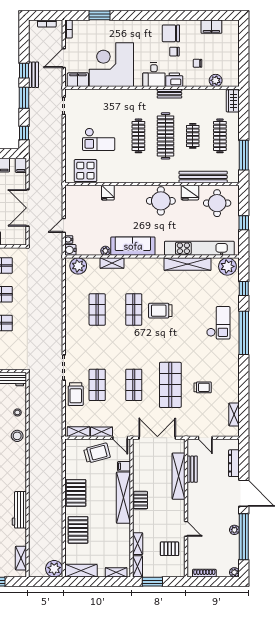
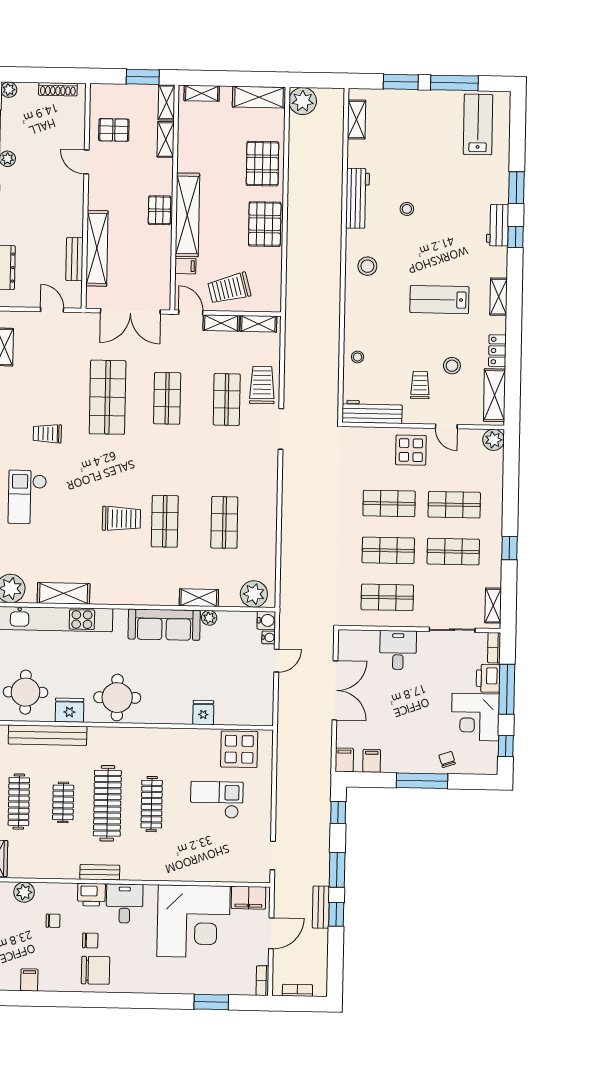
filing cabinet: (211, 27) -> (29, 980), width x0.50
shelving: (187, 264) -> (64, 593), width x0.68
trolley: (203, 387) -> (47, 434), moved
stool: (17, 436) -> (367, 266), moved

